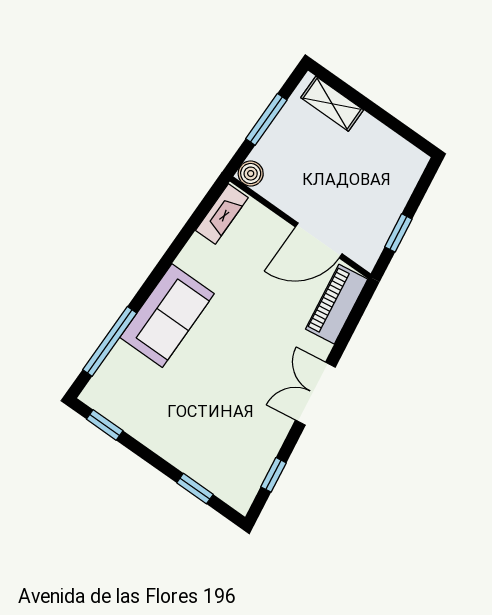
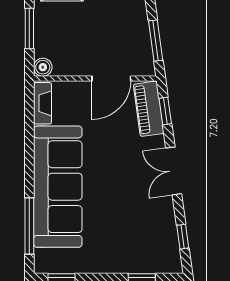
window: (398, 233) -> (156, 41), width x1.50
sofa: (167, 316) -> (58, 187), width x1.85, depth x1.27
window: (353, 320) -> (165, 111), added

